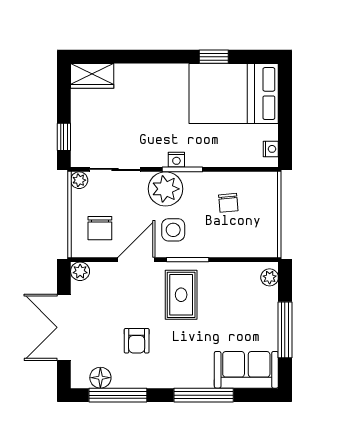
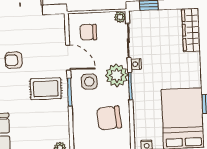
wardrobe: (92, 76) -> (191, 30), width x1.50
nightstand: (176, 160) -> (136, 64), moved
chair: (228, 203) -> (109, 118), width x1.87, depth x1.87
plant: (80, 271) -> (59, 20), removed

